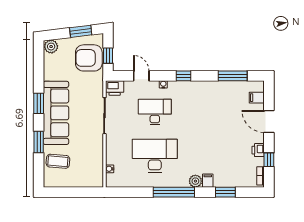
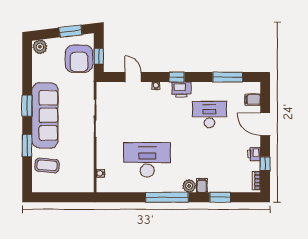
armchair: (89, 58) -> (79, 59), turned -90
printer: (115, 88) -> (181, 90), moved
desk: (155, 112) -> (209, 115), moved

